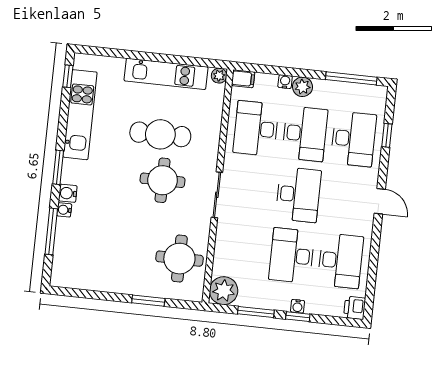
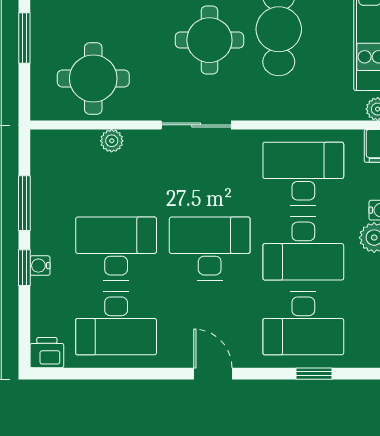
desk: (298, 195) -> (210, 249), turned 180
door: (380, 201) -> (213, 374), swing flipped
plant: (224, 291) -> (112, 141), moved, width x0.53, depth x0.53

